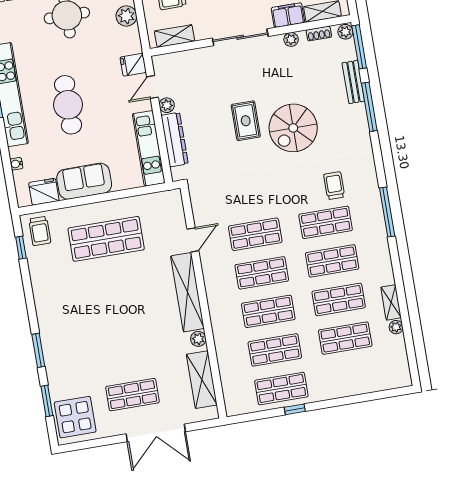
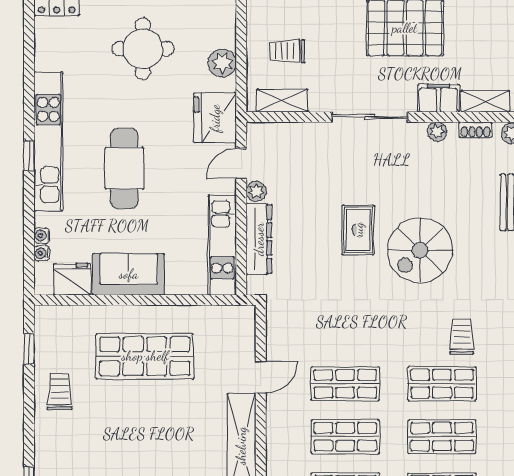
fridge: (133, 65) -> (215, 118), width x1.88, depth x1.34
water cooler: (18, 177) -> (42, 253), added
trolley: (40, 231) -> (60, 391), moved, turned 180

